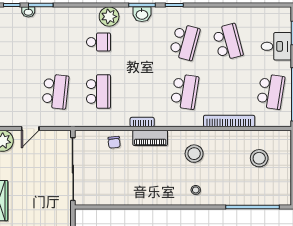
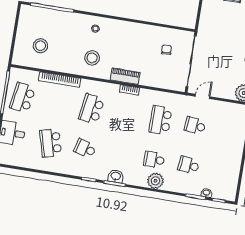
plant: (109, 17) -> (155, 181), moved
school desk: (55, 42) -> (189, 165), added
school desk: (185, 42) -> (85, 148), width x0.54
school desk: (55, 91) -> (195, 126), width x0.54
door: (30, 128) -> (203, 96), moved
chair: (114, 142) -> (166, 50), moved

